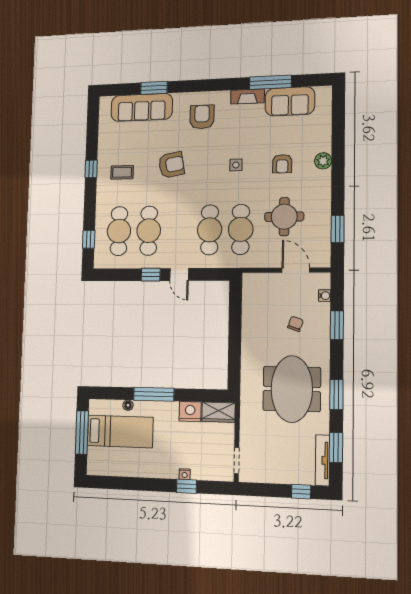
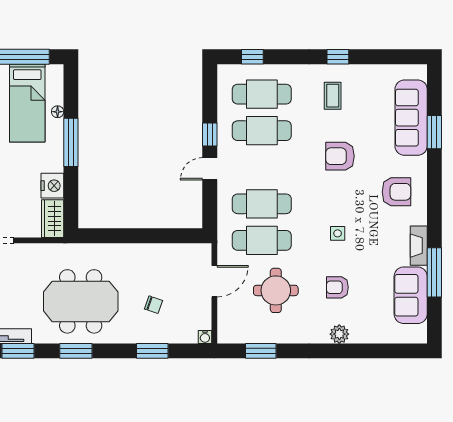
armchair: (171, 165) -> (340, 156), turned 100
door: (296, 270) -> (214, 281), moved
water cooler: (325, 296) -> (205, 337), moved

